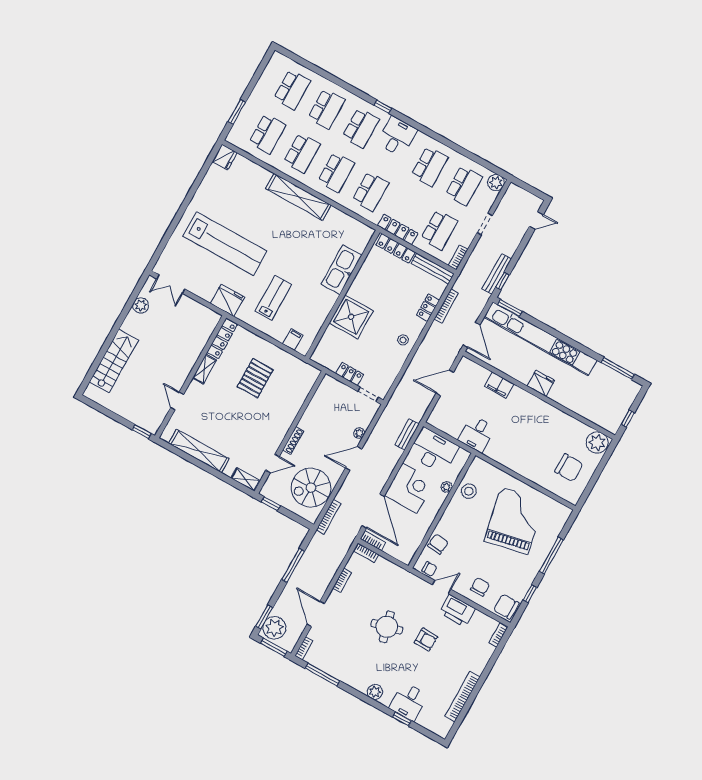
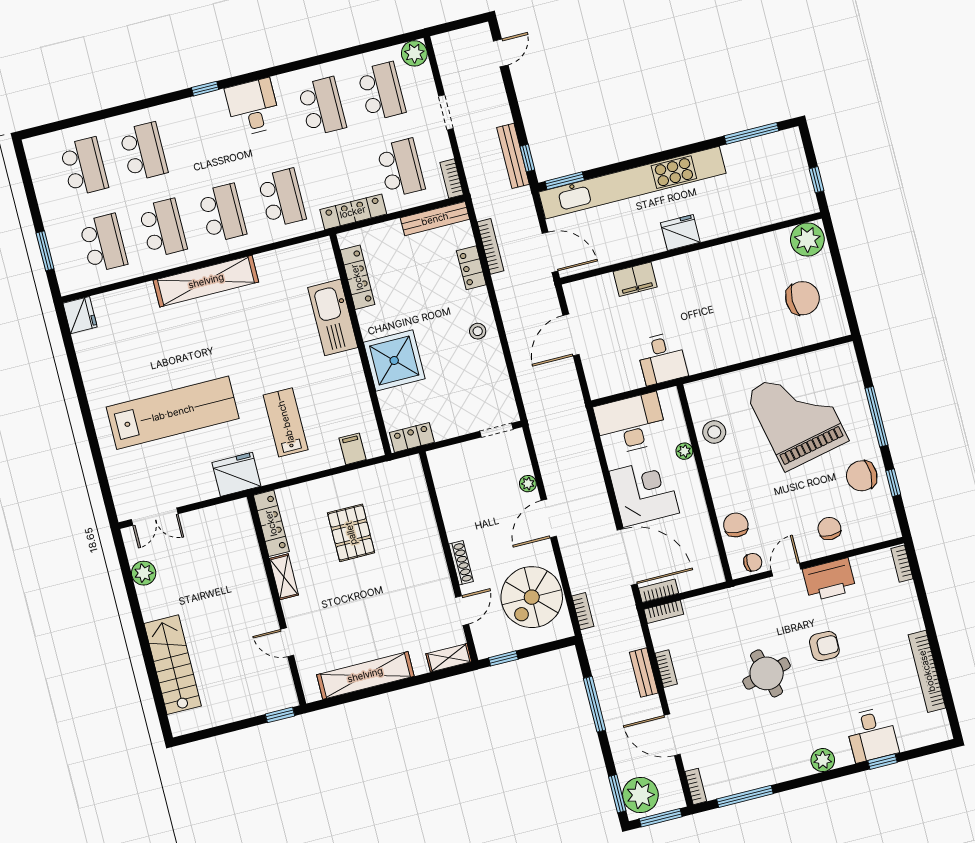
school desk: (361, 128) -> (203, 136), removed
locker: (395, 248) -> (357, 277), moved, turned -90
locker: (350, 374) -> (412, 437), moved
bench: (407, 435) -> (644, 673), moved
bookcase: (329, 517) -> (583, 611), width x0.64
chair: (506, 607) -> (862, 476), moved

